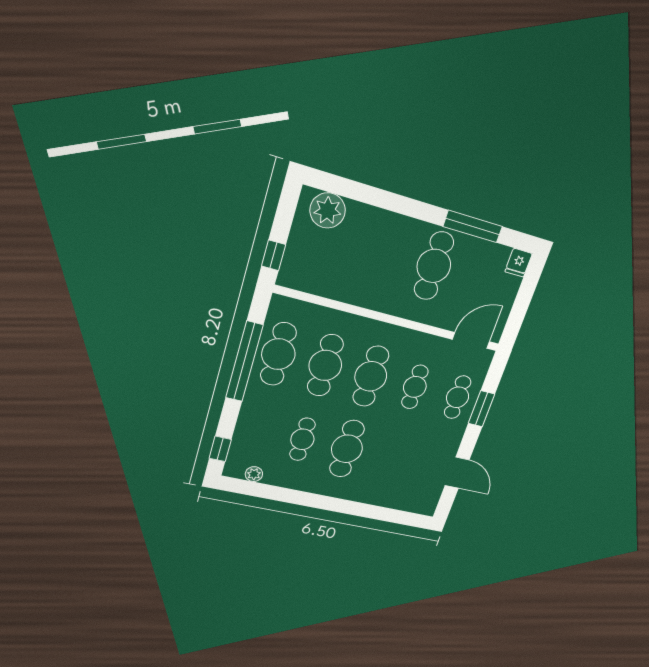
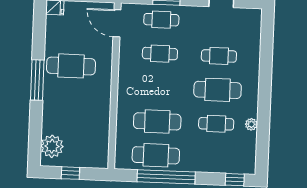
window: (473, 226) -> (37, 80), moved
window: (274, 255) -> (70, 173), moved
cafe table: (371, 376) -> (219, 56), moved, width x0.73, depth x0.74
plant: (254, 474) -> (251, 124), moved

